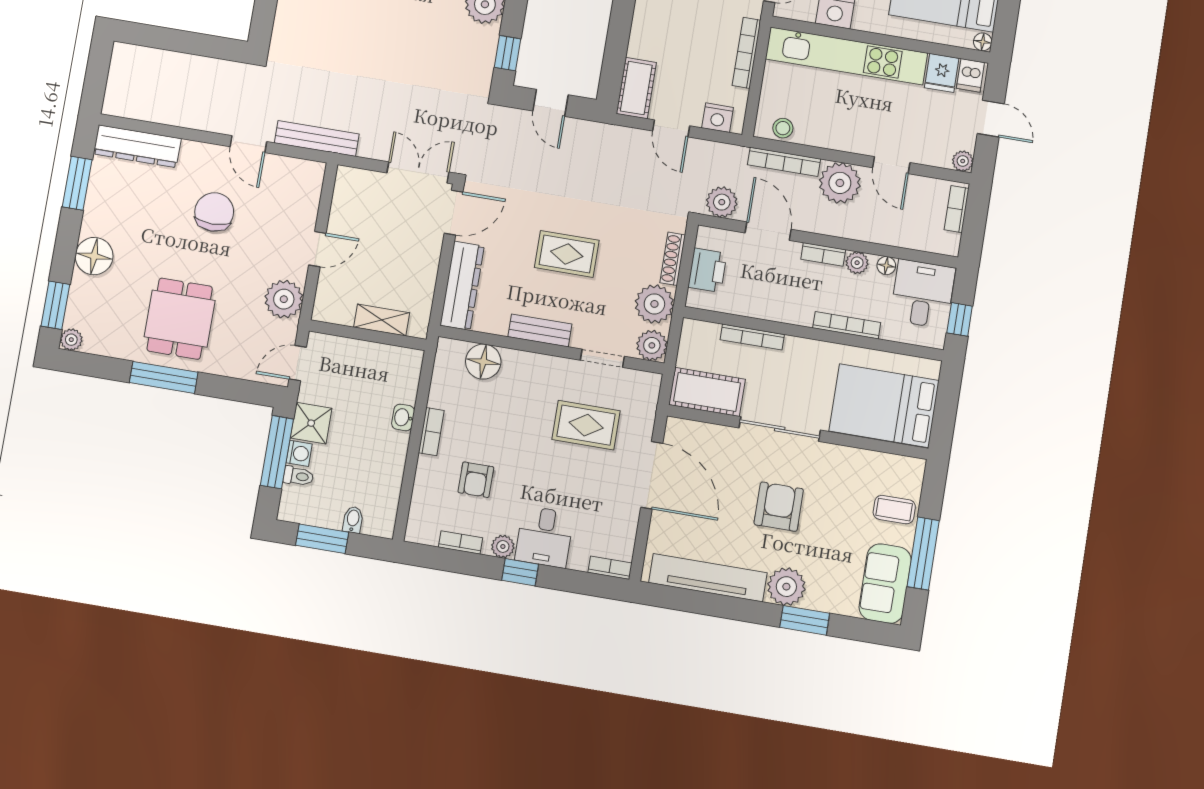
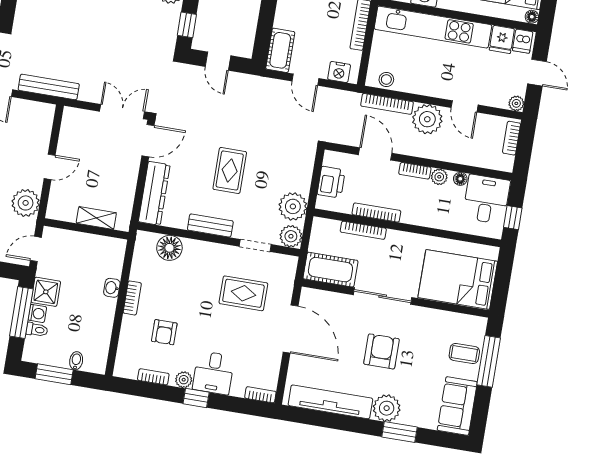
plant: (722, 202) -> (342, 133), removed
rug: (567, 254) -> (230, 170), turned 90
shoe rack: (673, 259) -> (306, 174), removed
bookcase: (847, 325) -> (376, 213), moved
window: (923, 554) -> (489, 361), moved

